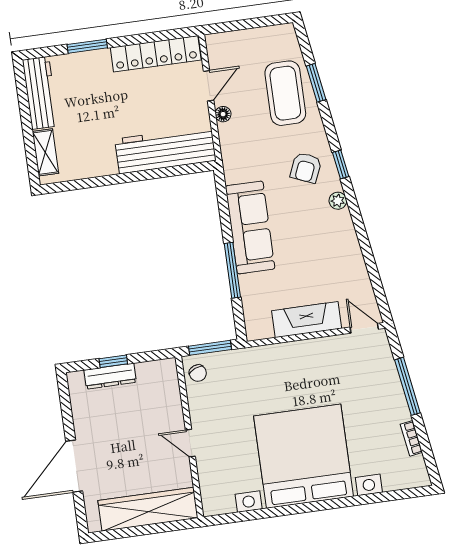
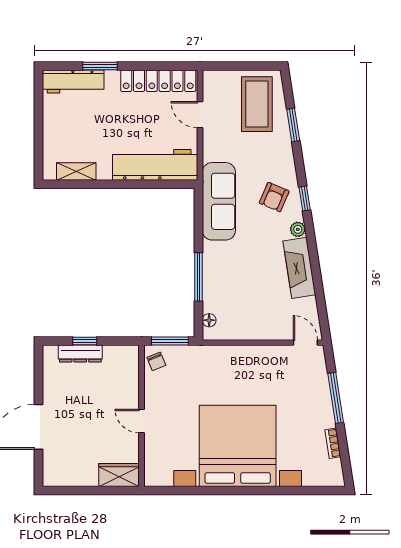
door: (209, 86) -> (200, 115), swing flipped
workbench: (40, 93) -> (73, 81), moved, turned 90
coffee table: (285, 93) -> (257, 104), moved
floor lamp: (223, 114) -> (209, 320), moved
shelving: (45, 152) -> (76, 171), moved, turned 90
sofa: (250, 227) -> (219, 201), moved
fireplace: (307, 320) -> (299, 268), moved, turned -99
wardrobe: (148, 509) -> (119, 475), width x0.48, depth x0.85

